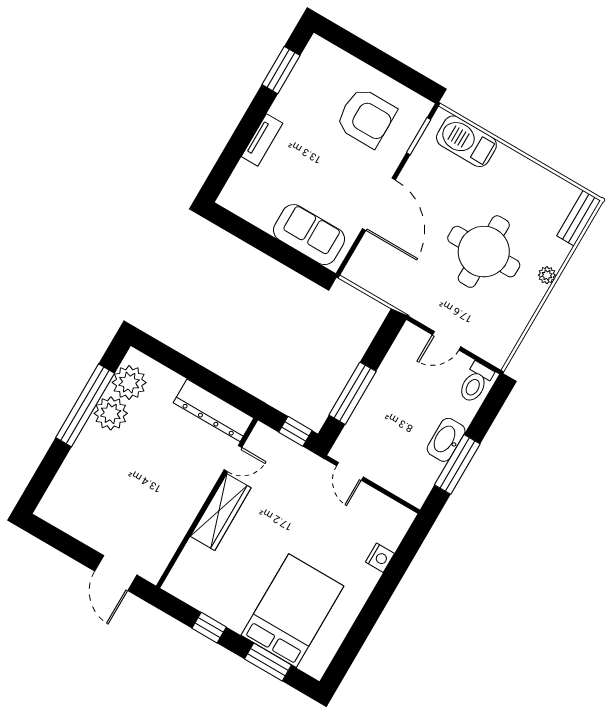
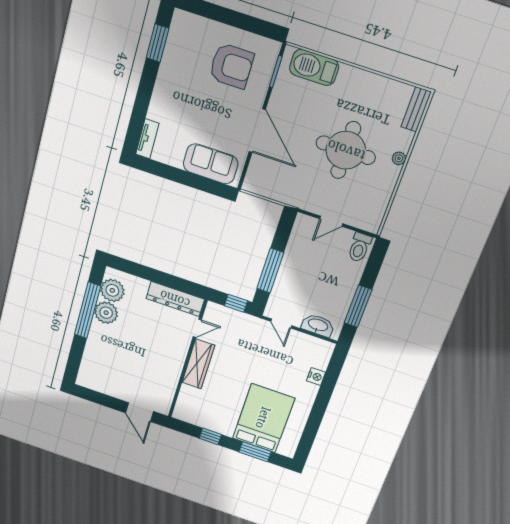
tv unit: (262, 140) -> (147, 139), moved
washbasin: (446, 440) -> (318, 325), moved, turned 90

